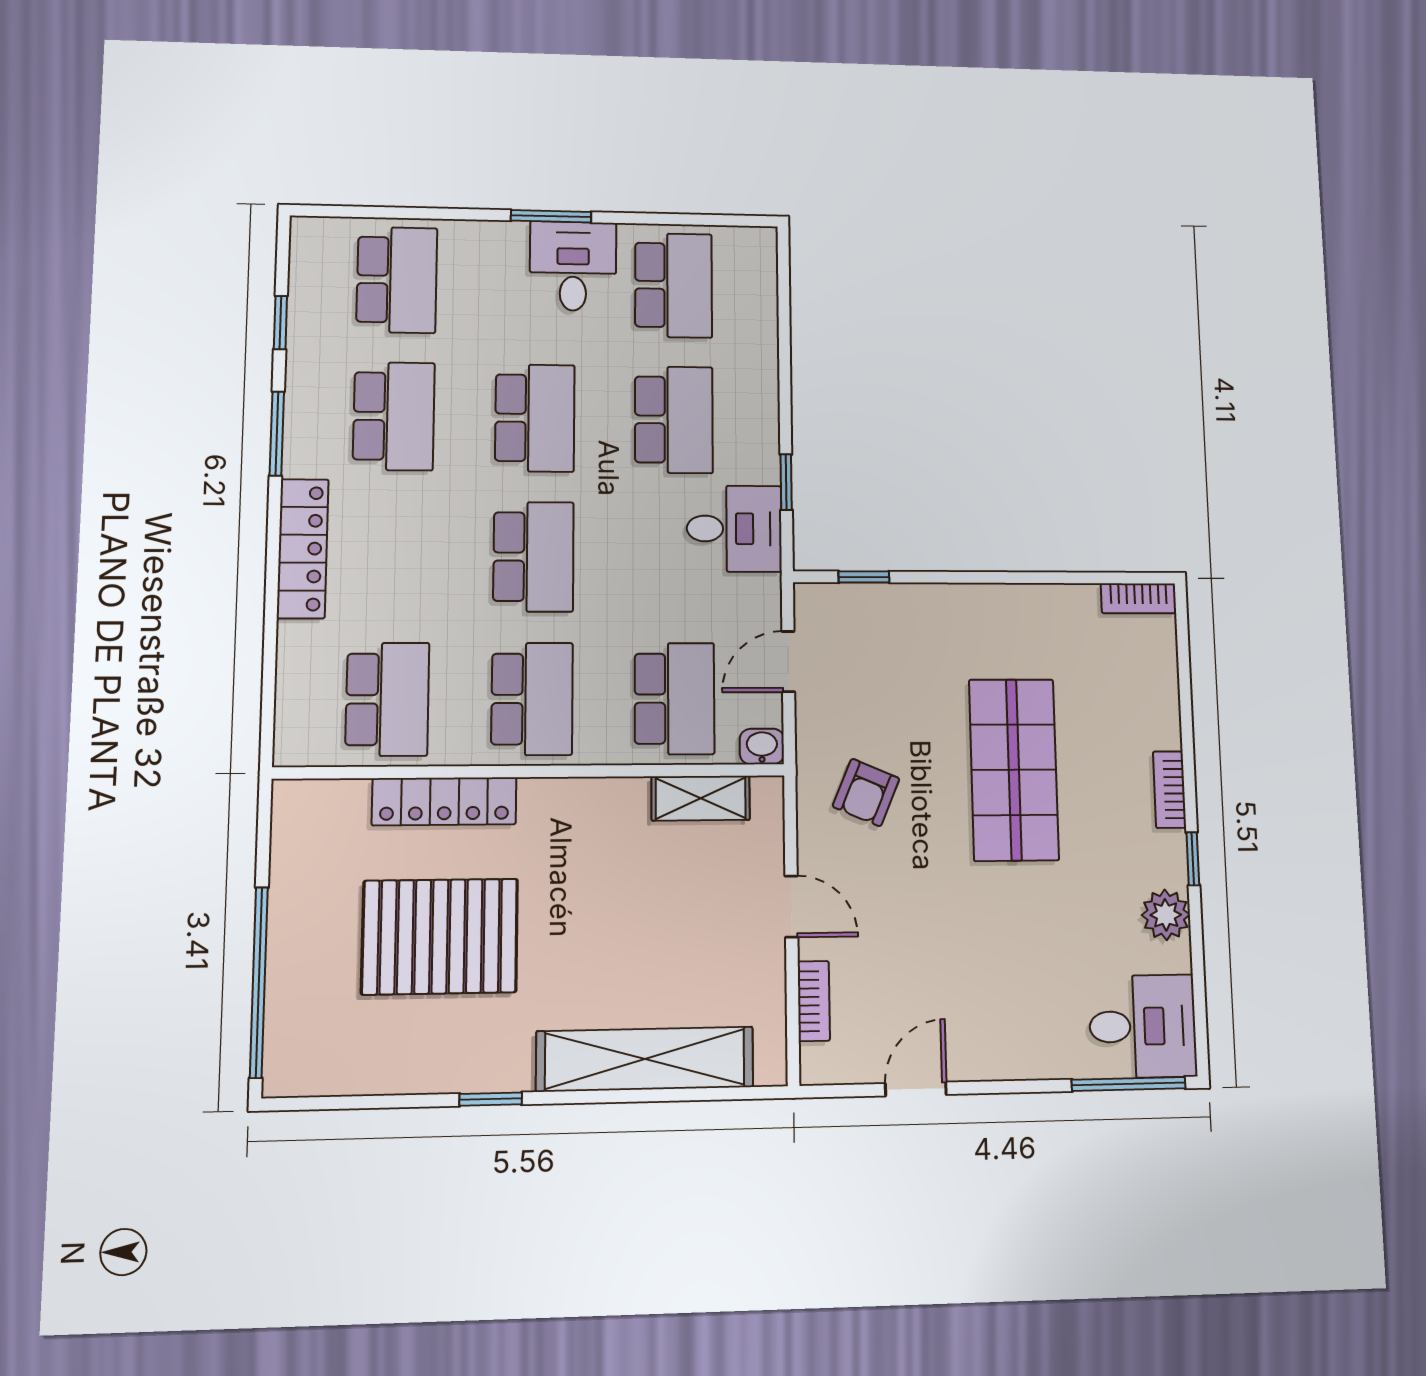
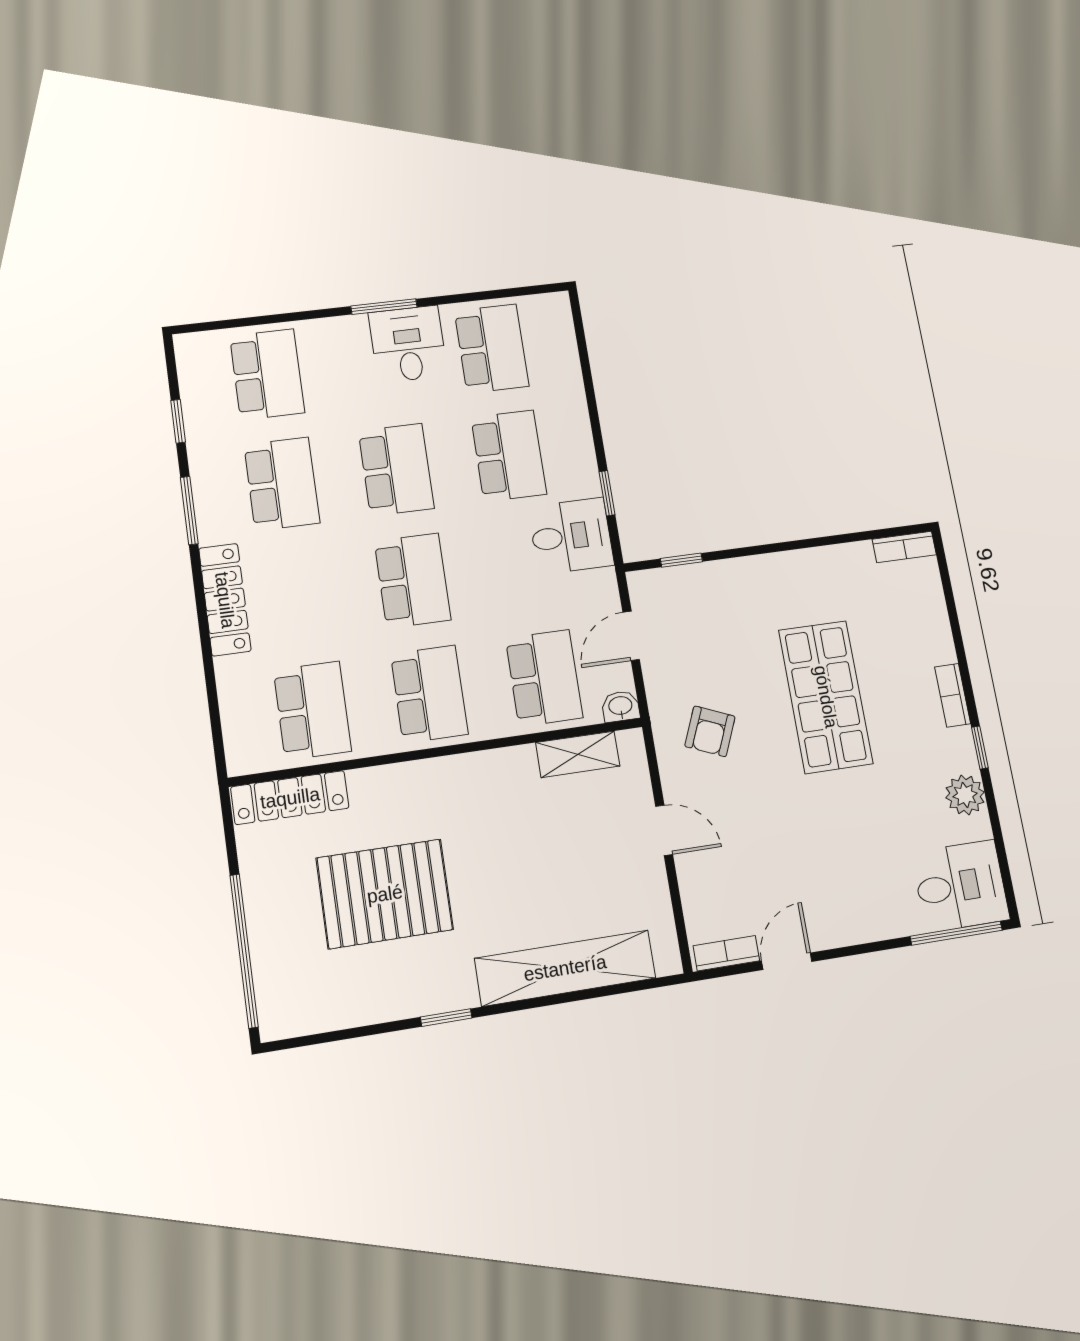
locker: (444, 801) -> (290, 798), moved
bookcase: (814, 1001) -> (726, 953), moved, turned -90

